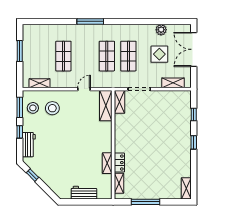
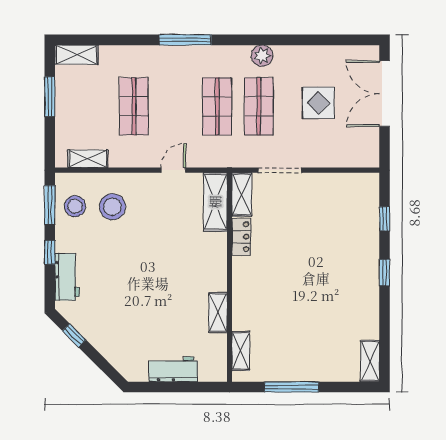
plant: (161, 30) -> (262, 56), moved
shelving: (173, 83) -> (76, 55), moved
locker: (119, 163) -> (241, 237), moved

